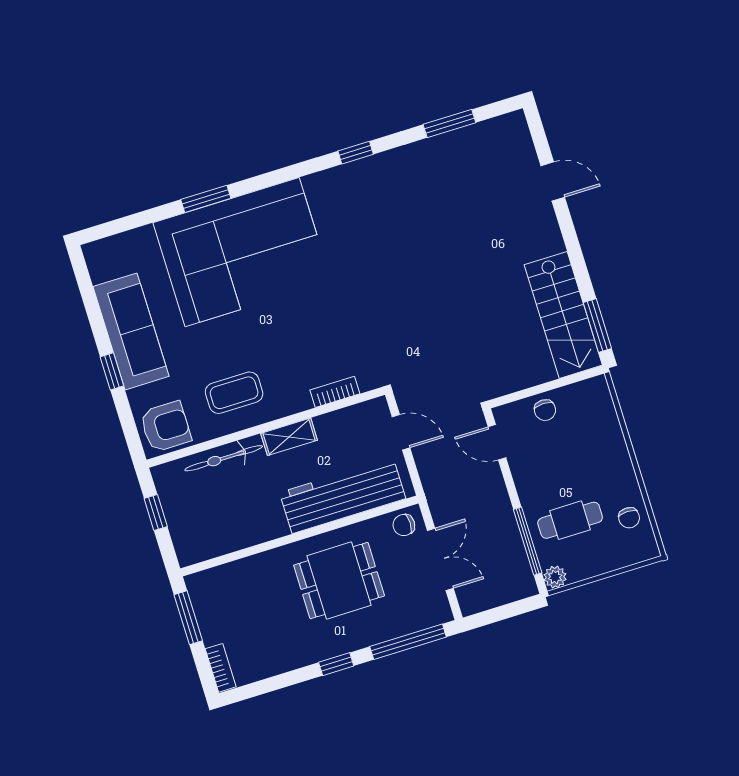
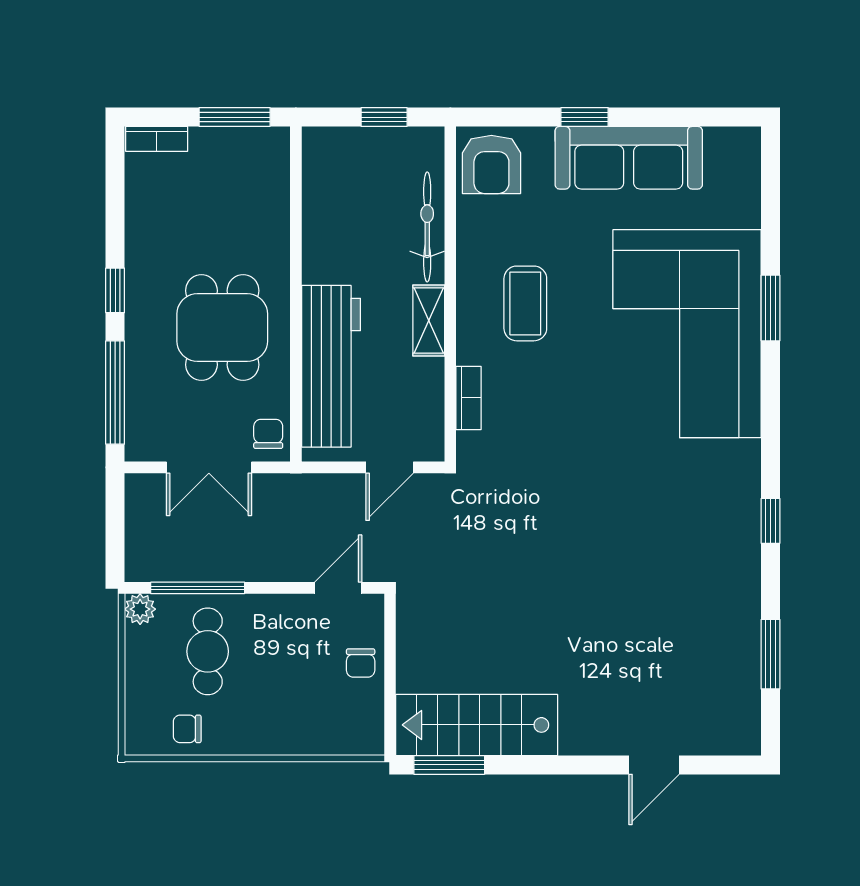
coffee table: (234, 393) -> (525, 303), moved
chair: (545, 410) -> (361, 663), turned -90

